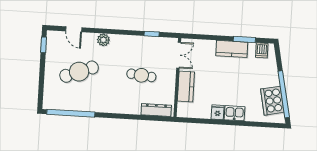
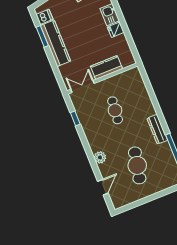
window: (44, 45) -> (129, 207), removed
kitchen counter: (232, 49) -> (56, 43), width x1.50
cafe table: (79, 72) -> (137, 165), turned 33
dresser: (156, 110) -> (157, 129), moved

